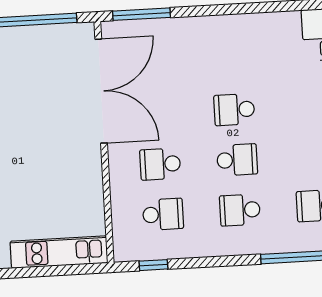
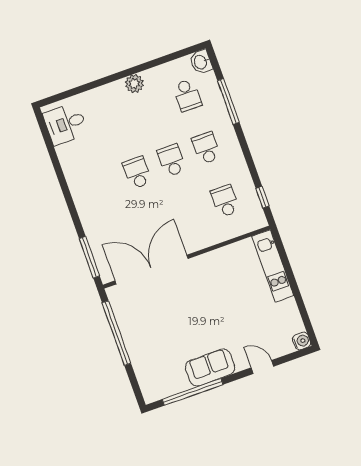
school desk: (234, 110) -> (137, 173), turned 180
school desk: (160, 164) -> (190, 213), removed
school desk: (240, 210) -> (206, 148), turned 180

